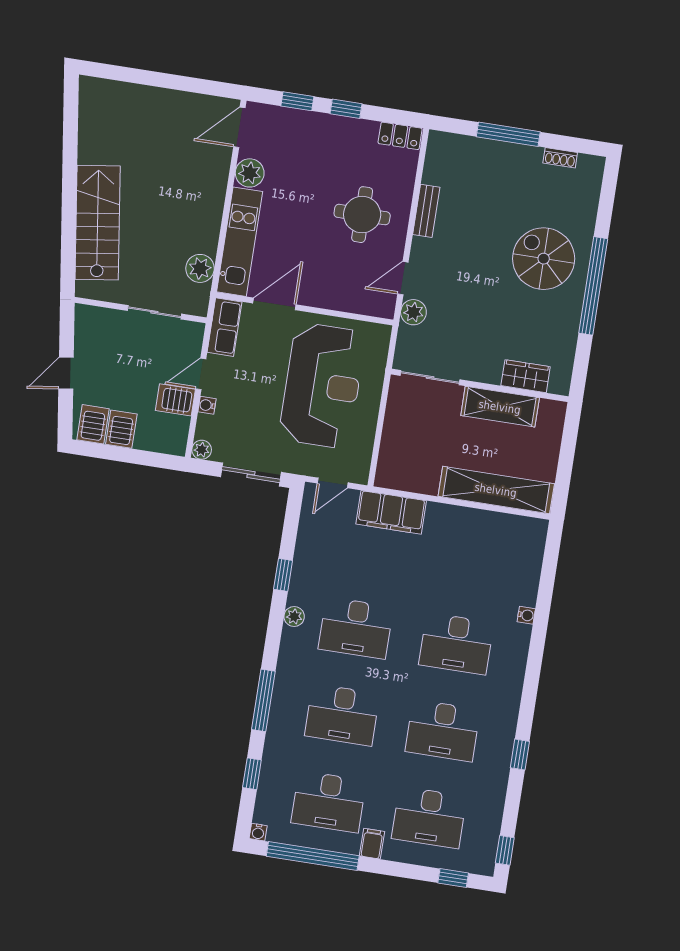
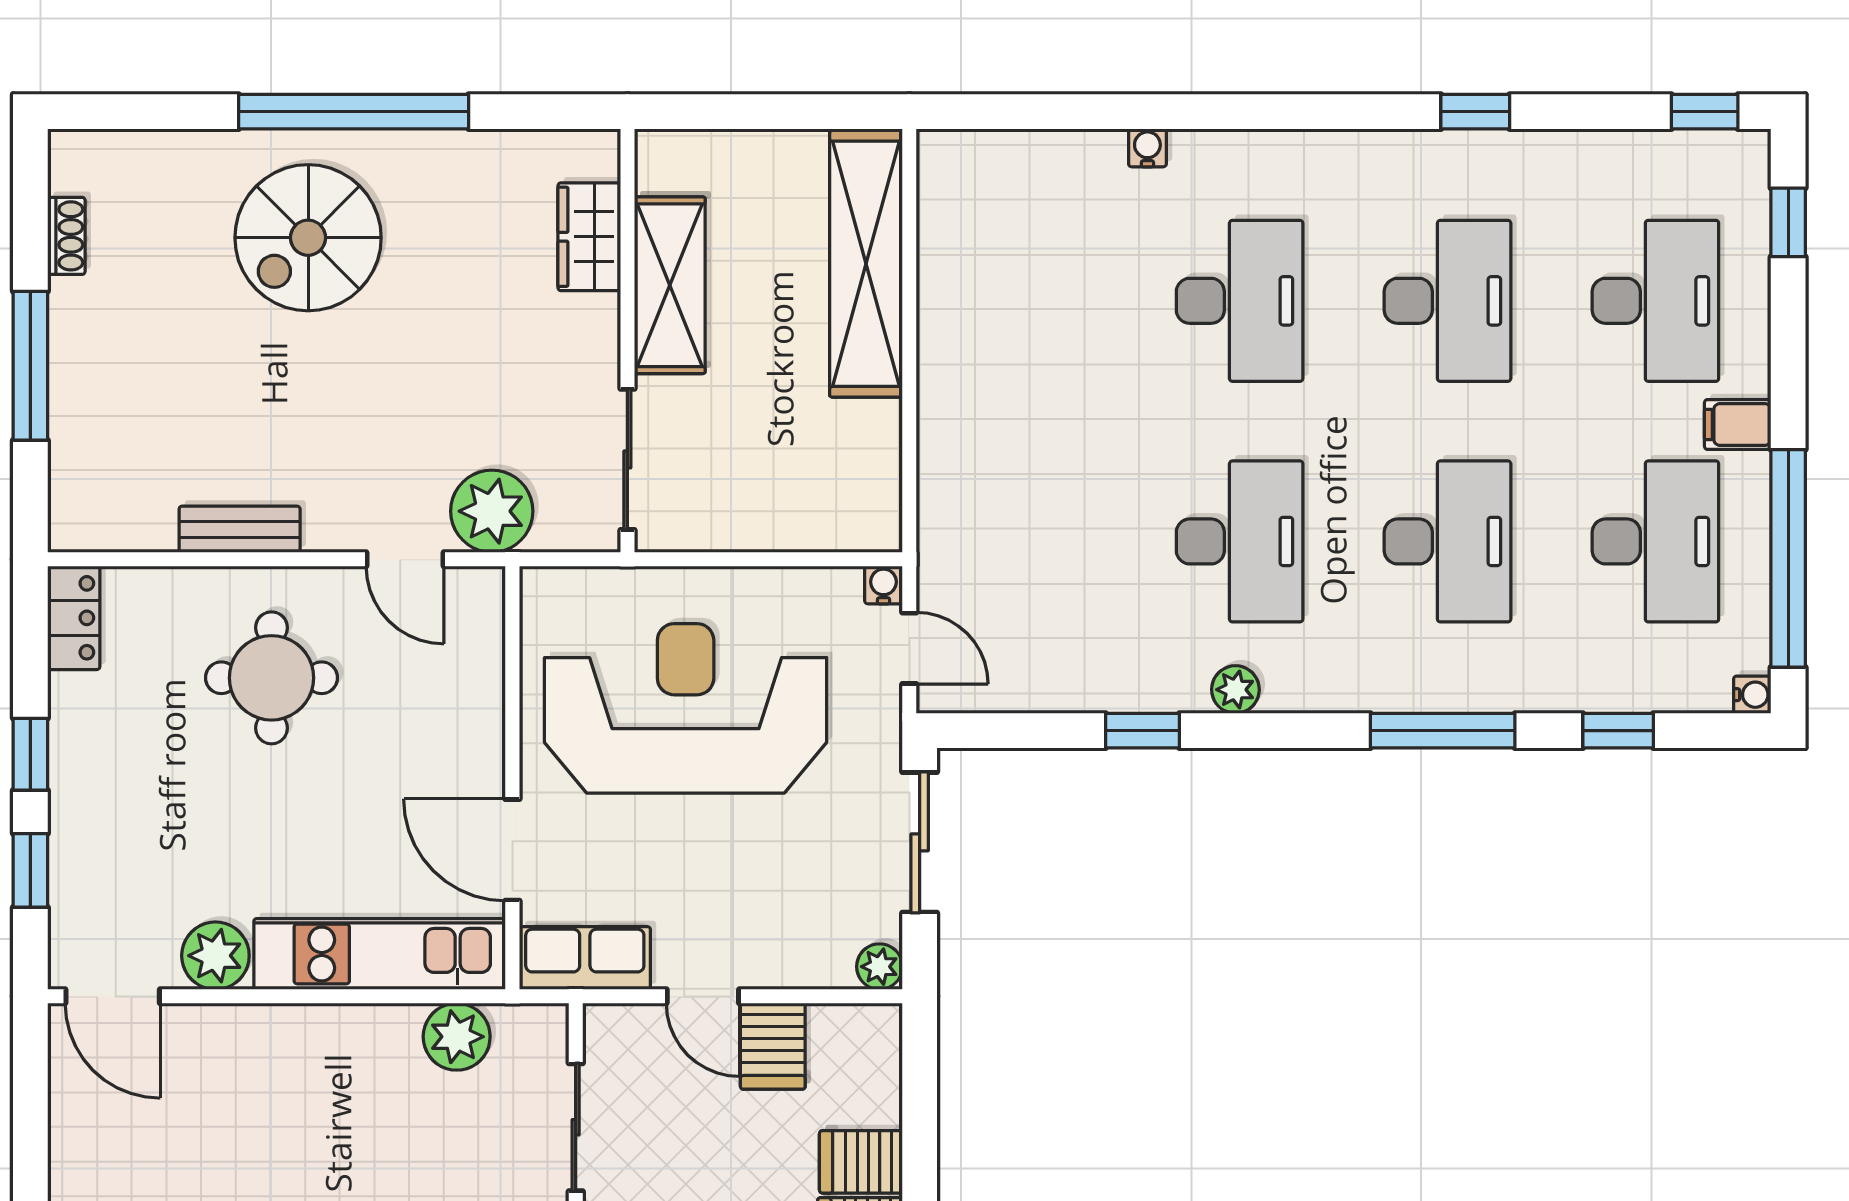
plant: (413, 312) -> (492, 511), width x1.36, depth x1.36
water cooler: (207, 405) -> (884, 585), moved, turned 180
filing cabinet: (391, 512) -> (957, 501), removed

